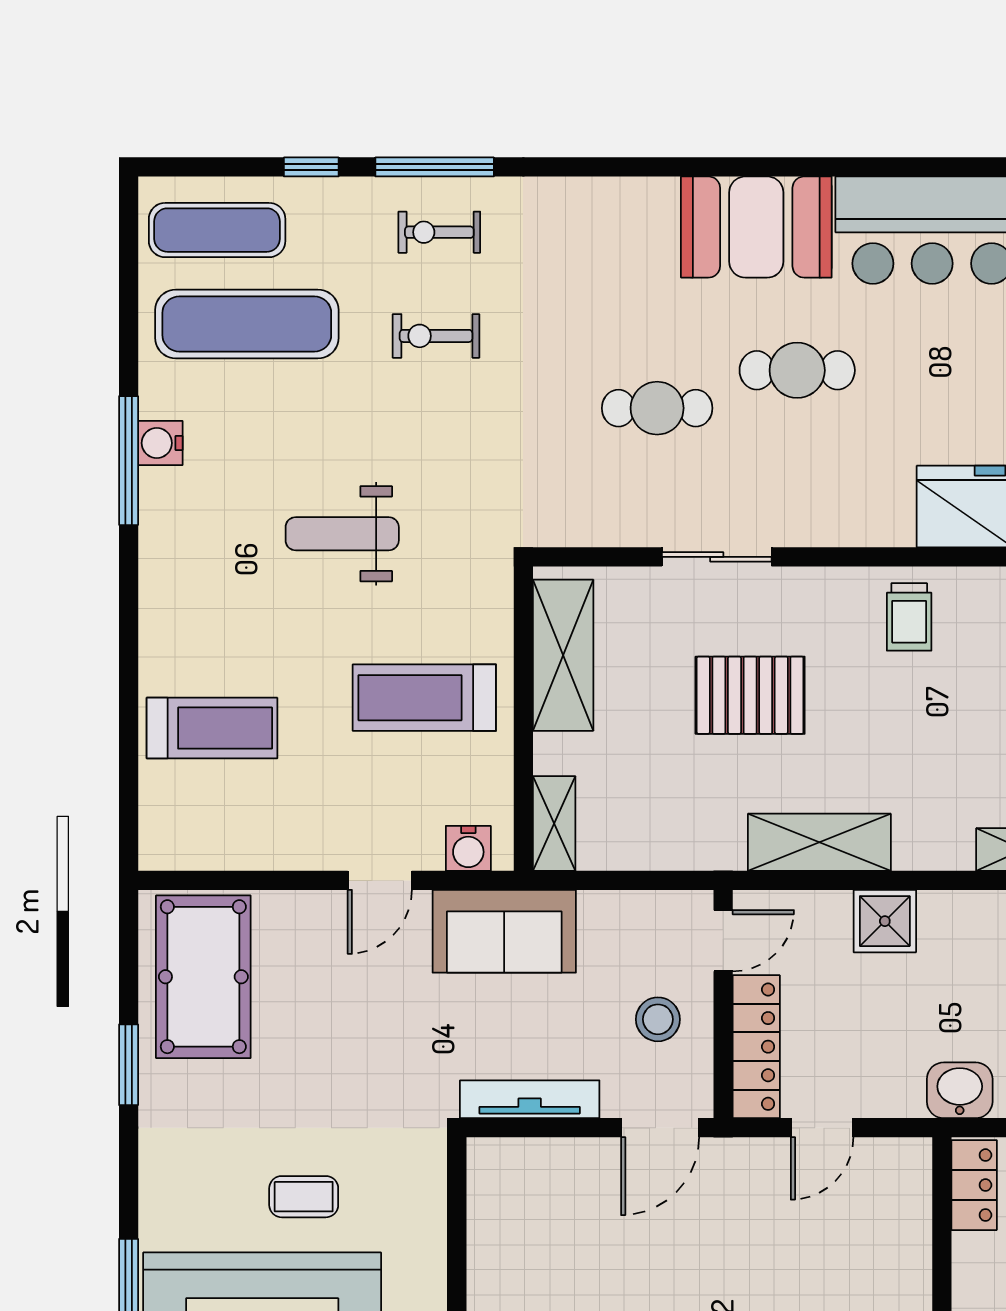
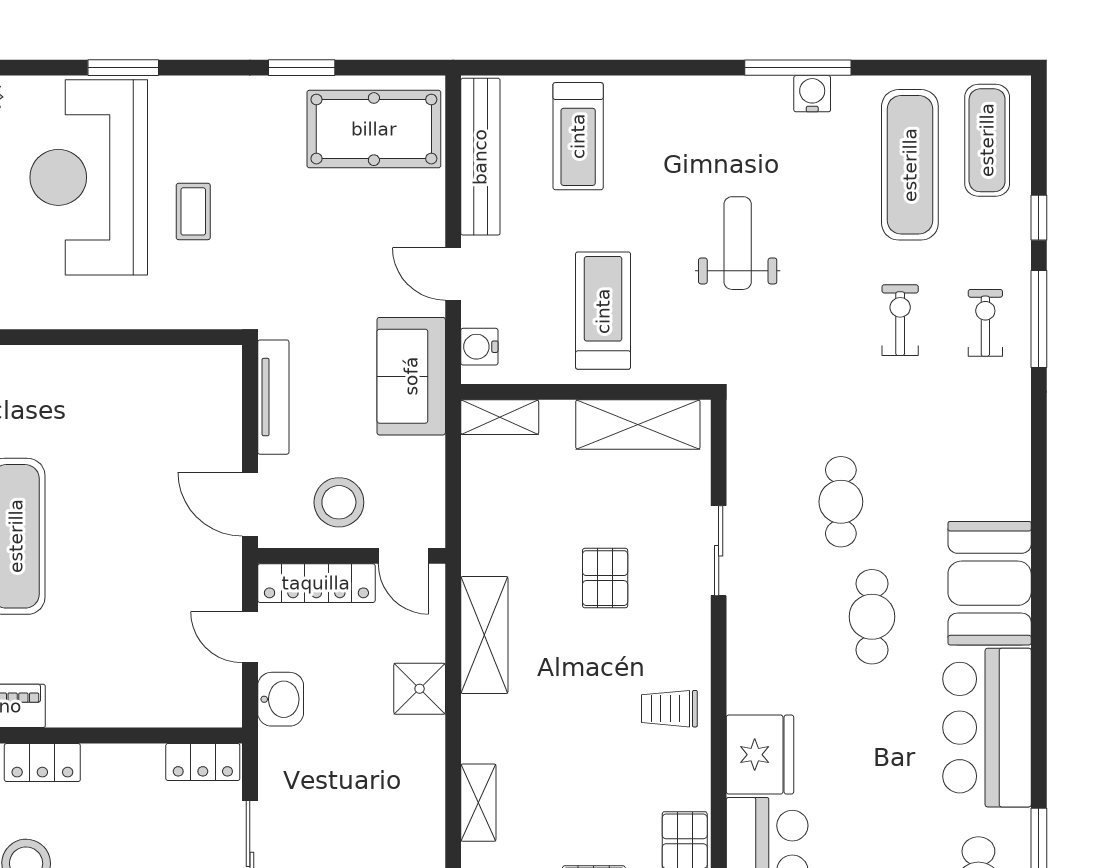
pallet: (750, 695) -> (605, 578), width x0.67, depth x0.71
bench: (237, 847) -> (480, 157), added
stool: (658, 1019) -> (339, 502), width x1.38, depth x1.38
washbasin: (960, 1090) -> (281, 699), moved

